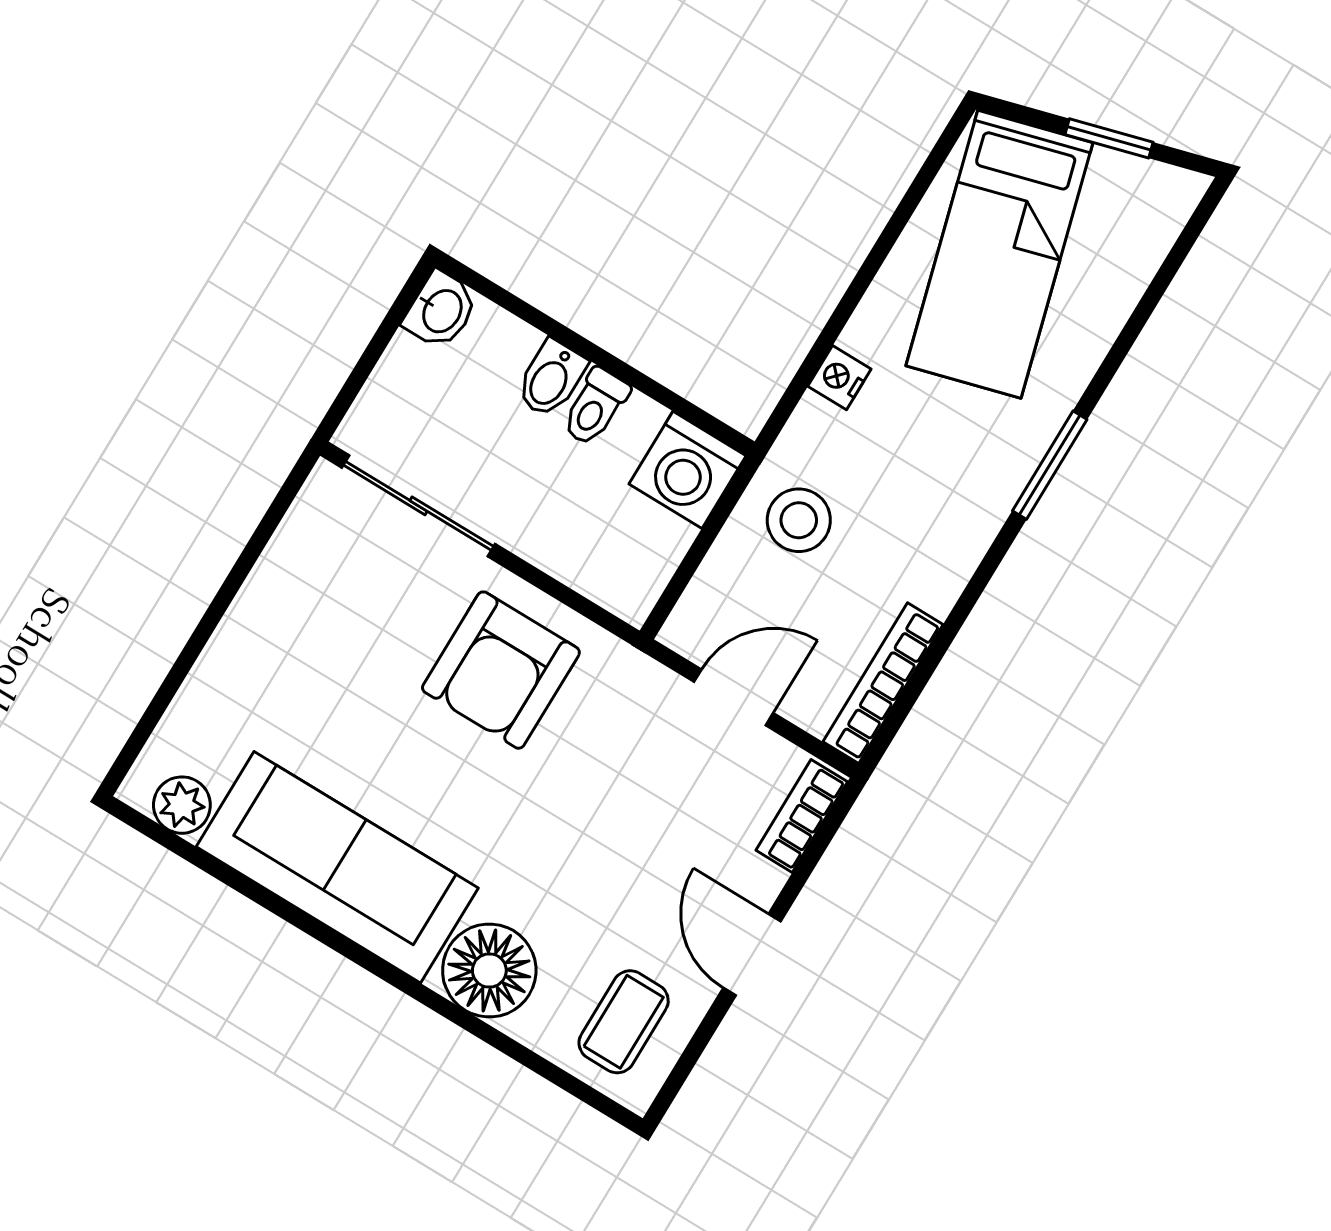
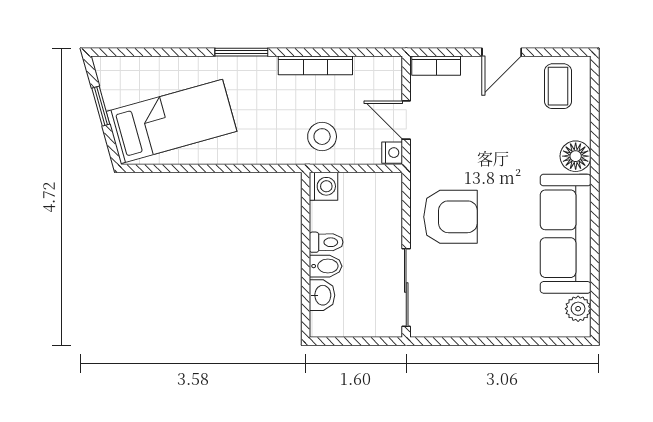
washbasin: (441, 310) -> (322, 295), moved, turned 90
nightstand: (839, 378) -> (392, 153), moved, turned -90
washing machine: (687, 470) -> (323, 186), width x0.73, depth x0.73
bookcase: (883, 683) -> (315, 65), moved
floor lamp: (489, 971) -> (576, 156), width x0.73, depth x0.73
coffee table: (624, 1022) -> (558, 86), turned 90

